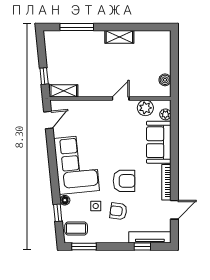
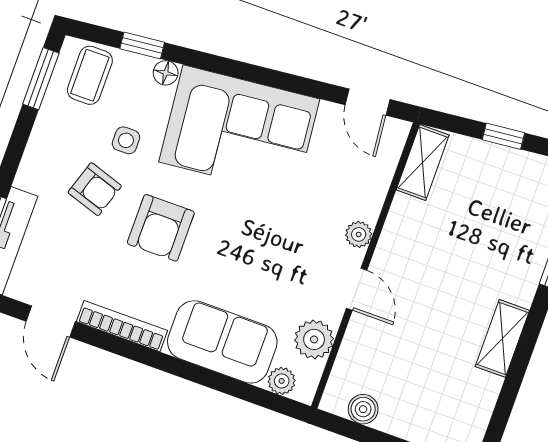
window: (44, 76) -> (503, 136), moved
plant: (100, 105) -> (359, 234), added
armchair: (118, 211) -> (95, 189), turned 100

